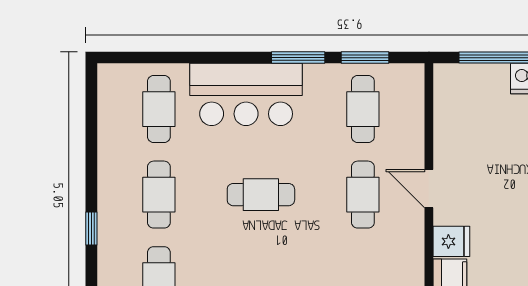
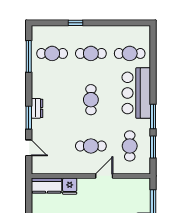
cafe table: (363, 109) -> (130, 146), turned 90
door: (429, 189) -> (104, 176), moved

